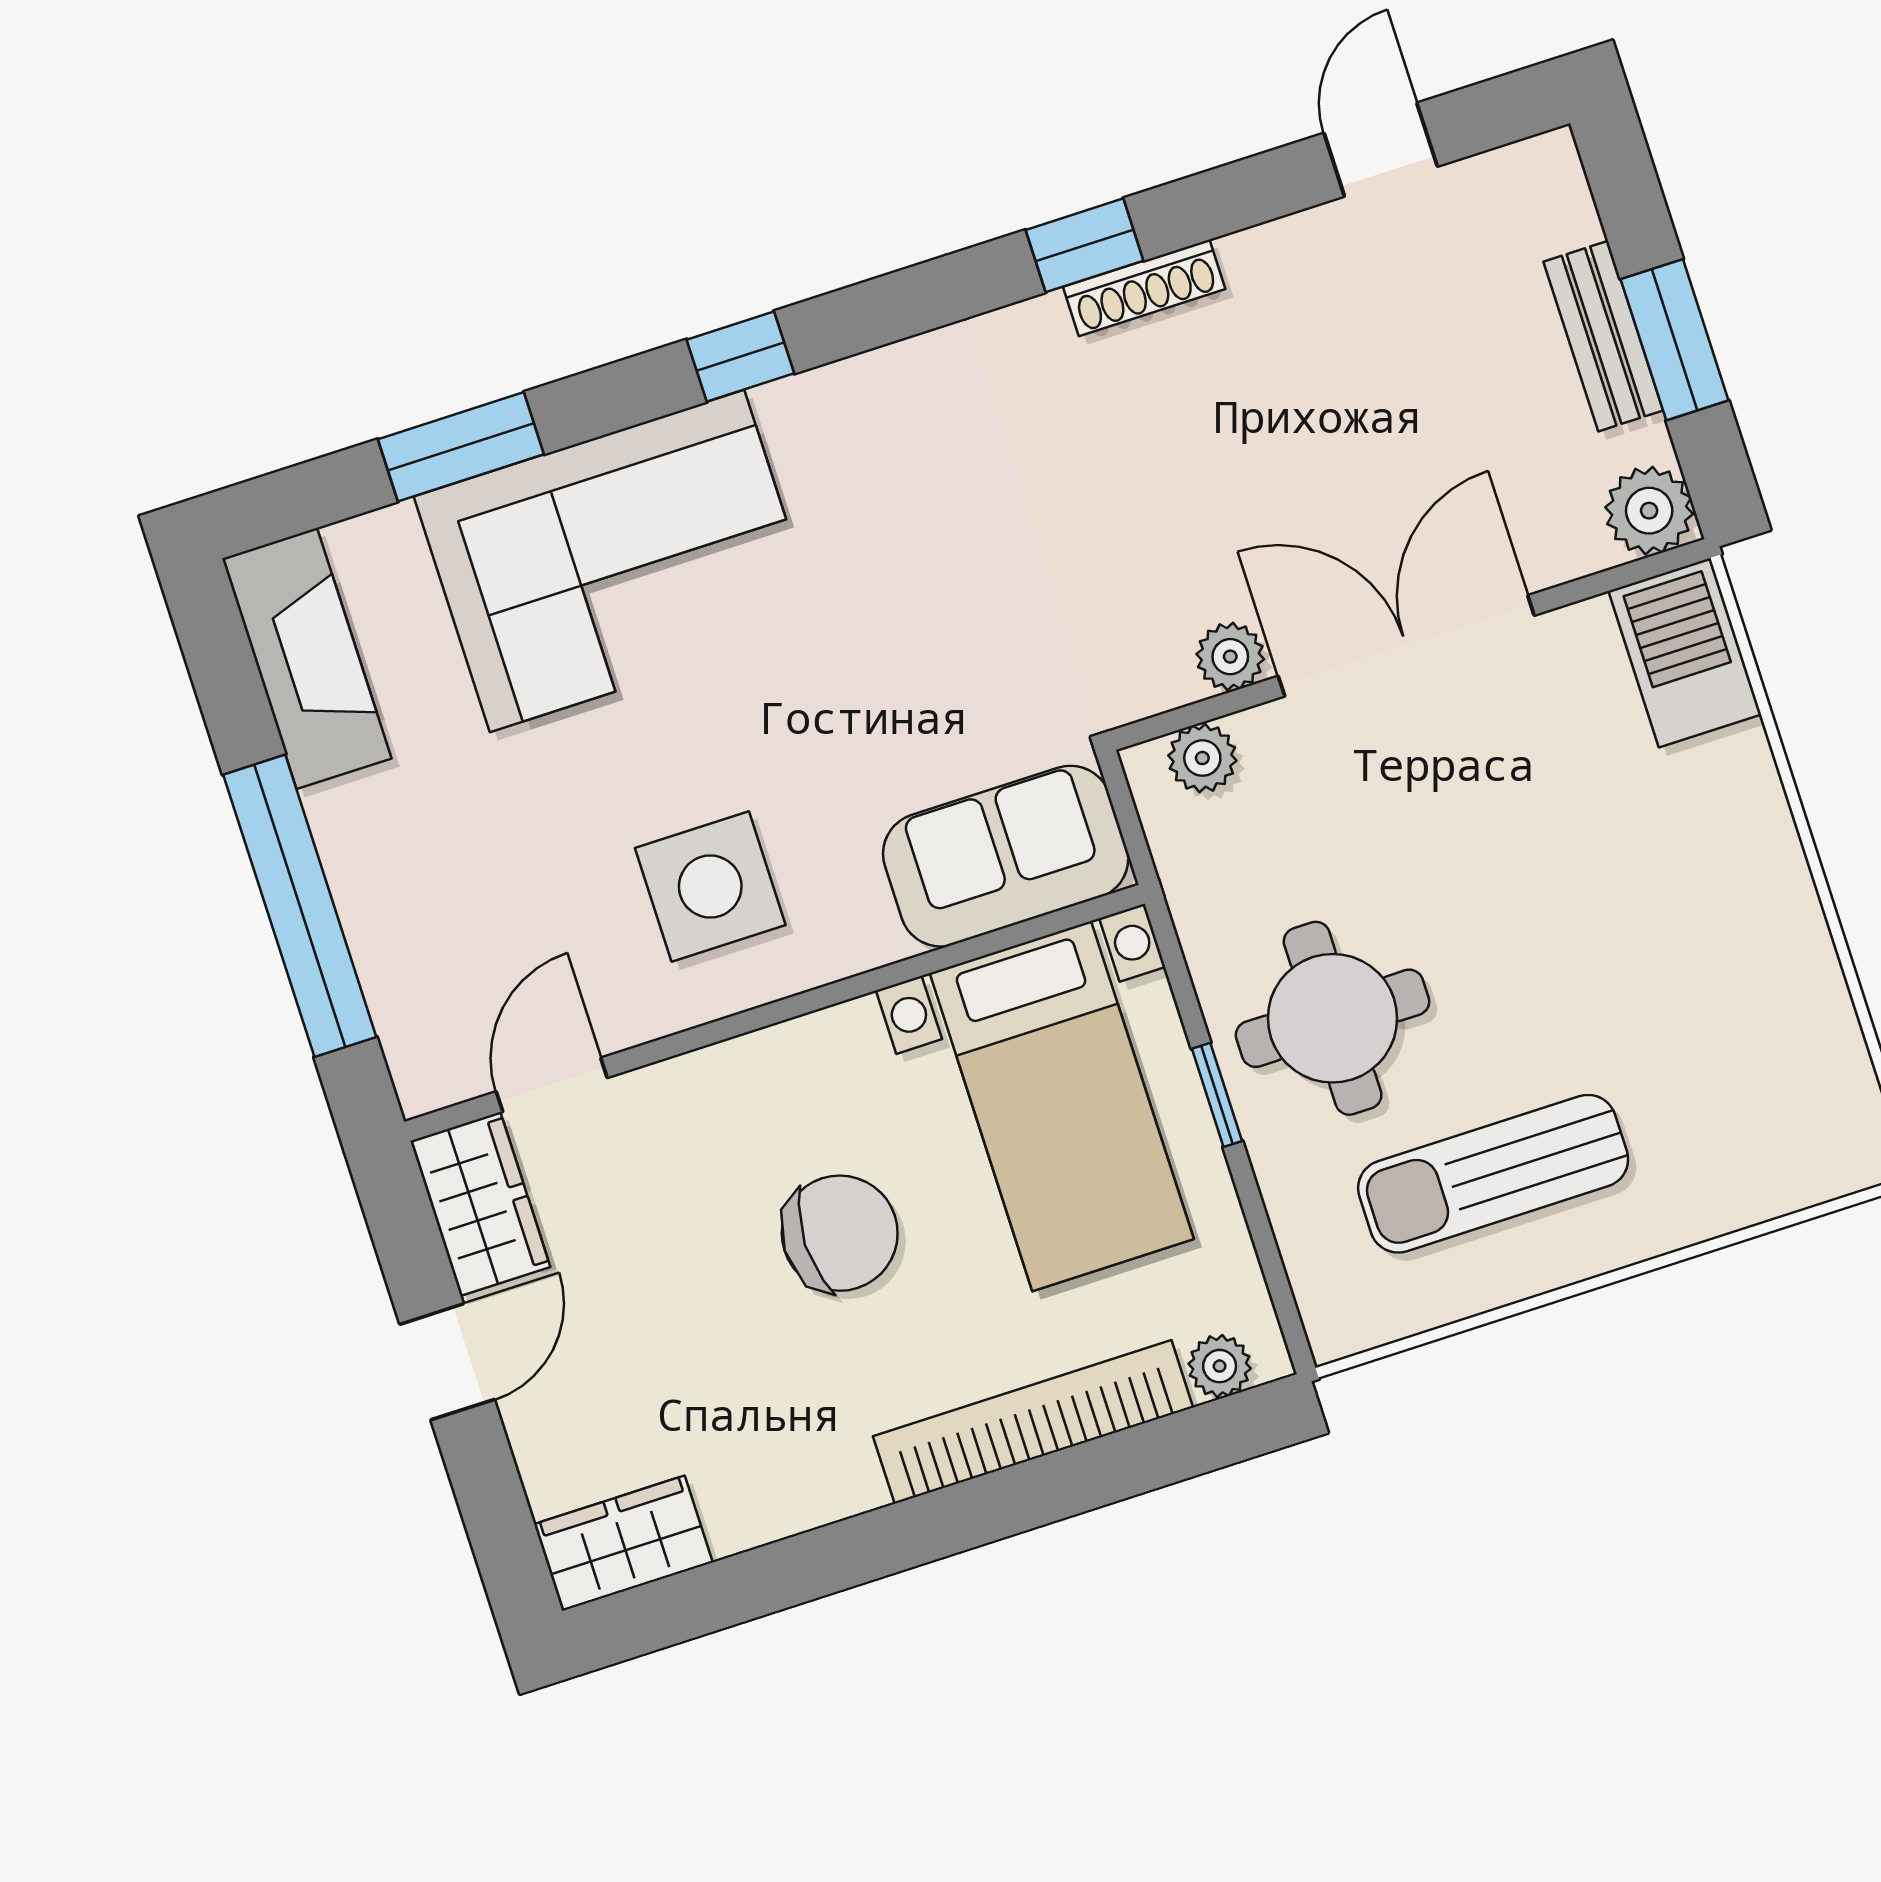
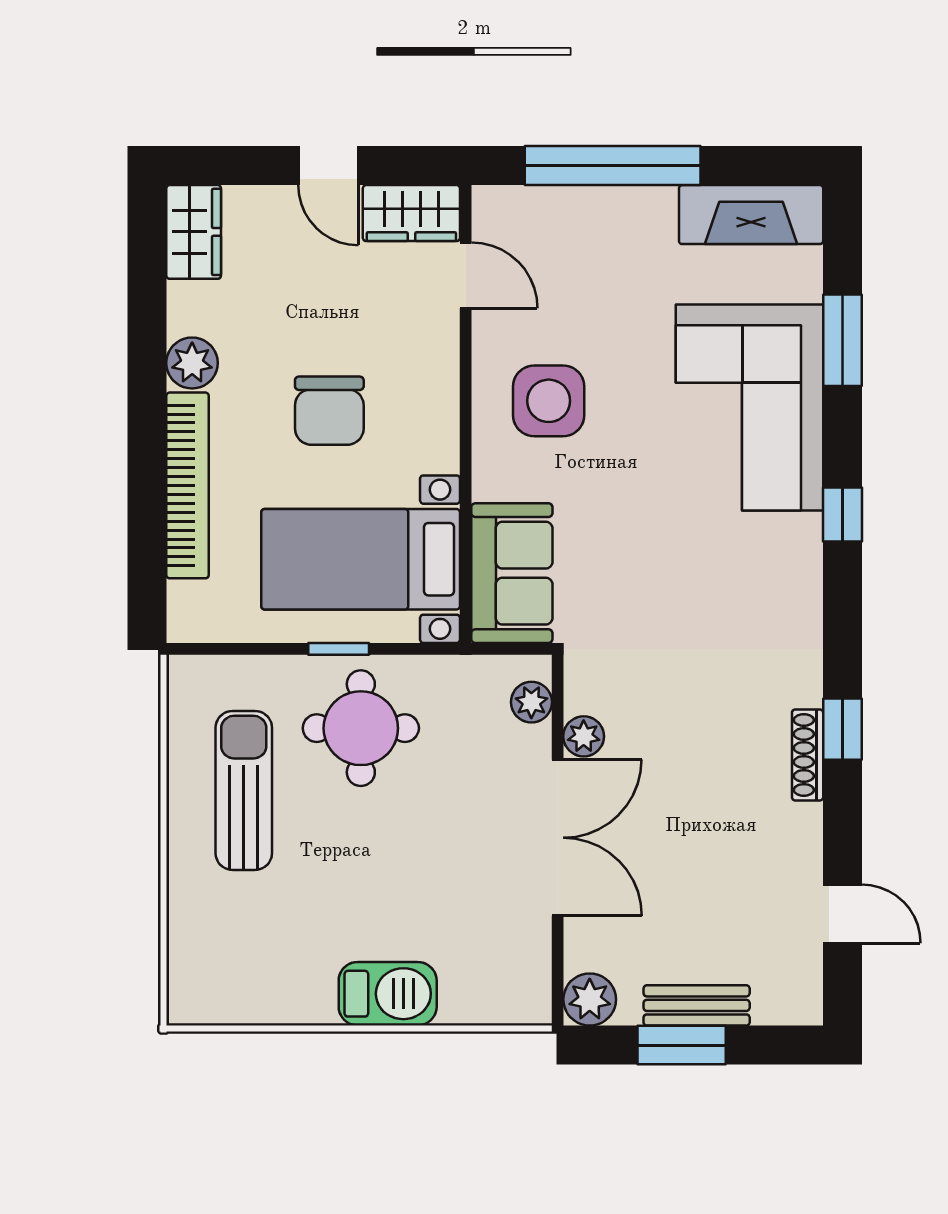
barbecue: (1685, 653) -> (388, 994), moved
plant: (1220, 1366) -> (192, 363), moved, width x1.38, depth x1.38

